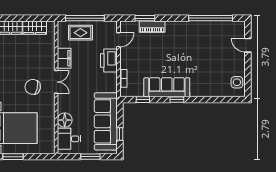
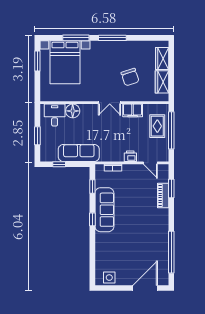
door: (248, 45) -> (145, 288), width x1.87
printer: (109, 60) -> (130, 156), width x0.53, depth x0.68
chair: (33, 87) -> (130, 77), moved, turned 151
sofa: (106, 121) -> (79, 153), width x0.74, depth x0.79

